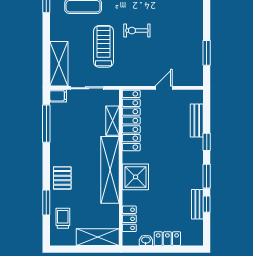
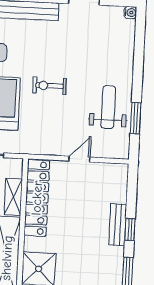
weight bench: (185, 45) -> (108, 107), added
bench: (197, 120) -> (118, 225), moved

